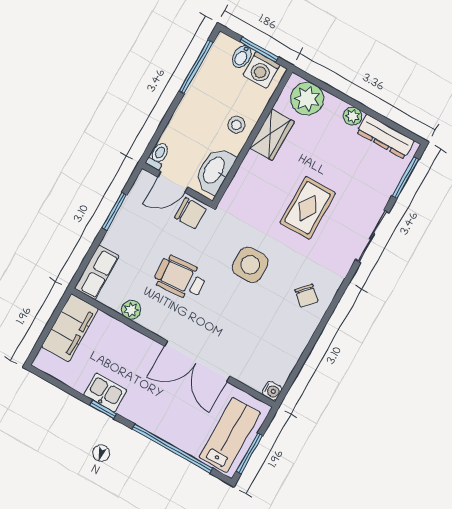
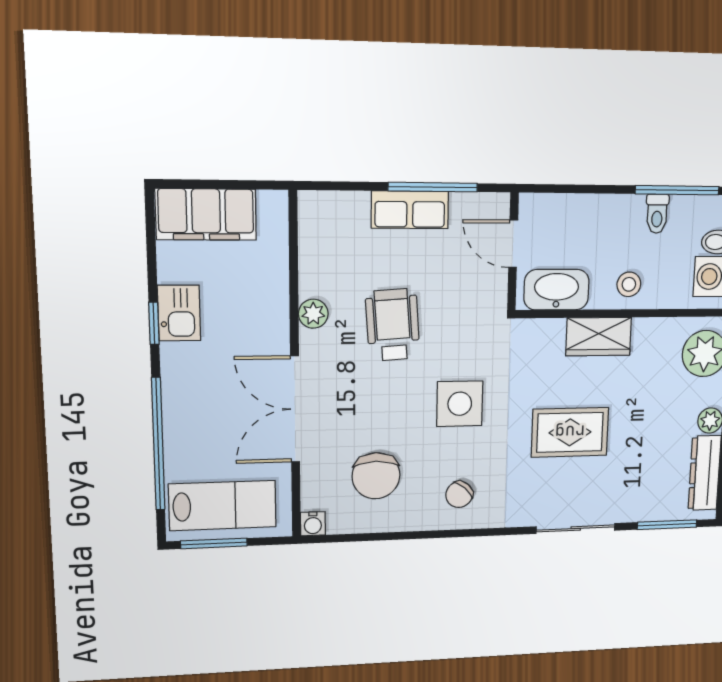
wardrobe: (272, 135) -> (599, 337), moved
toilet: (158, 156) -> (657, 214), moved, turned 90
window: (114, 211) -> (433, 187), width x1.44
chair: (190, 213) -> (376, 476), moved, width x1.37, depth x1.37
row of seats: (97, 272) -> (410, 210), moved
plant: (131, 310) -> (313, 314), moved
filing cabinet: (70, 328) -> (206, 214), moved

